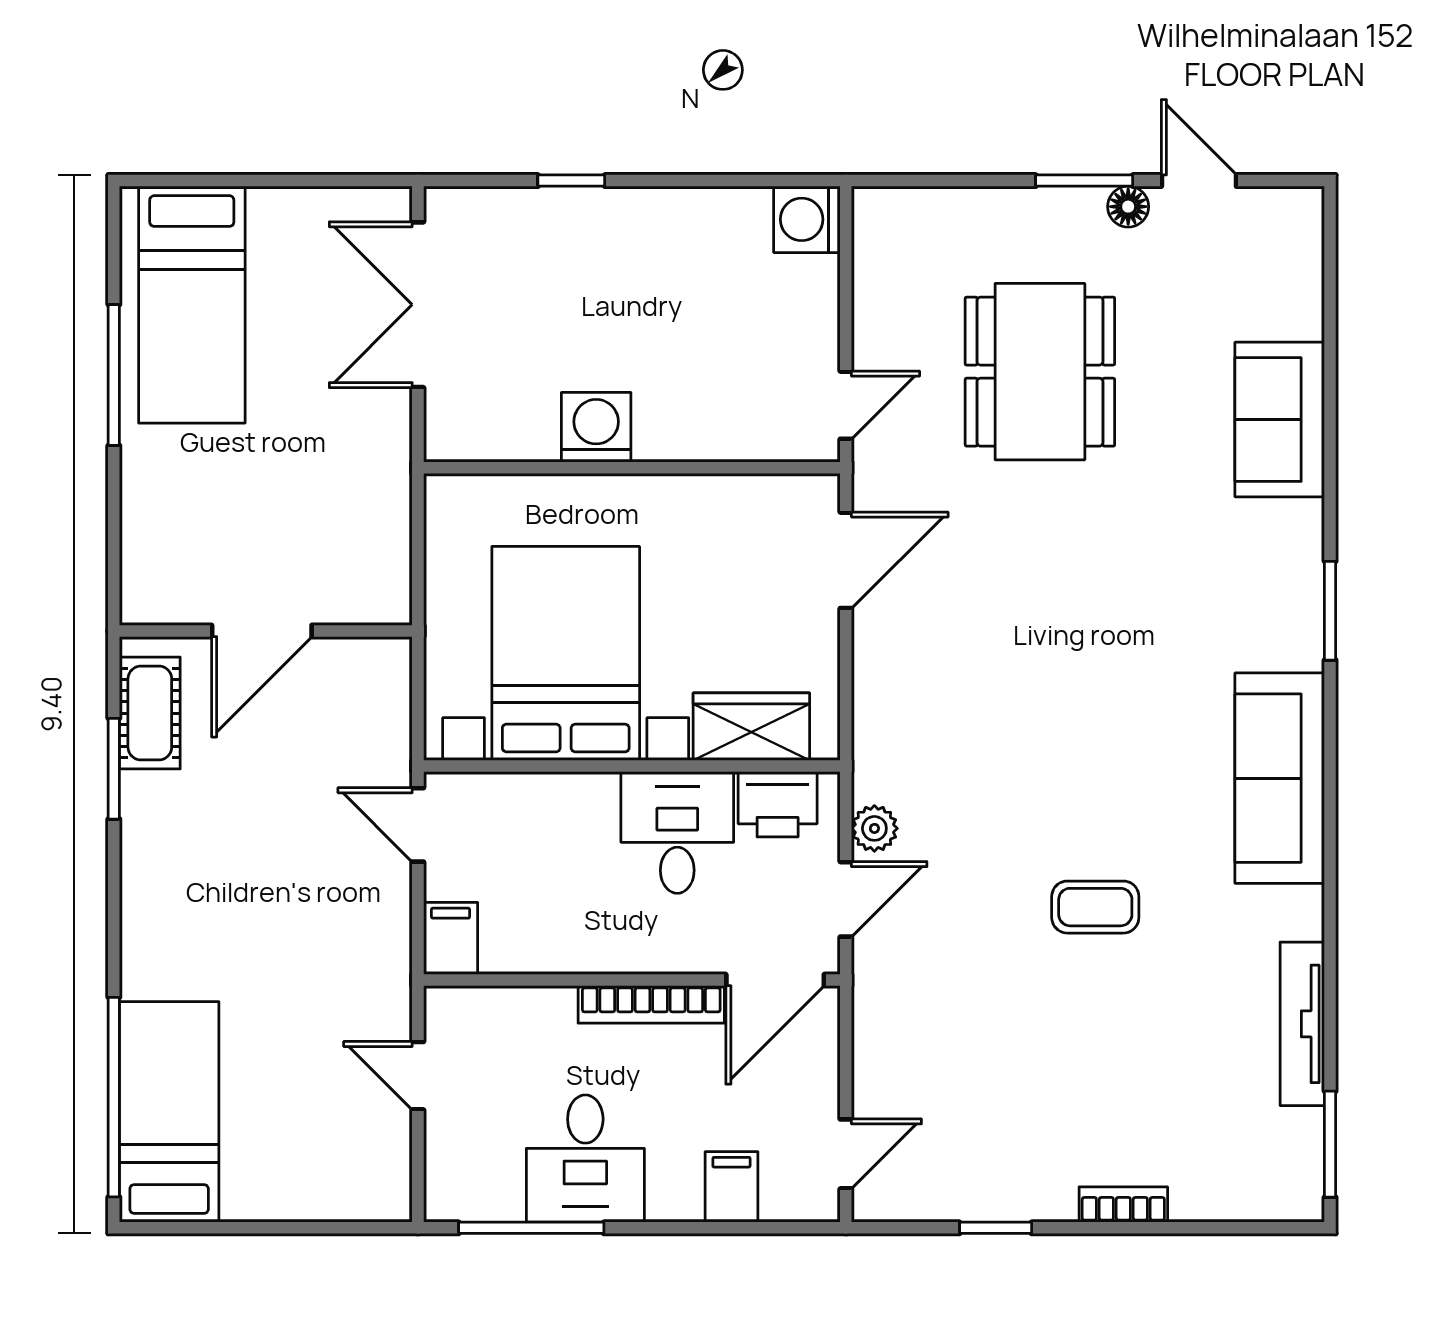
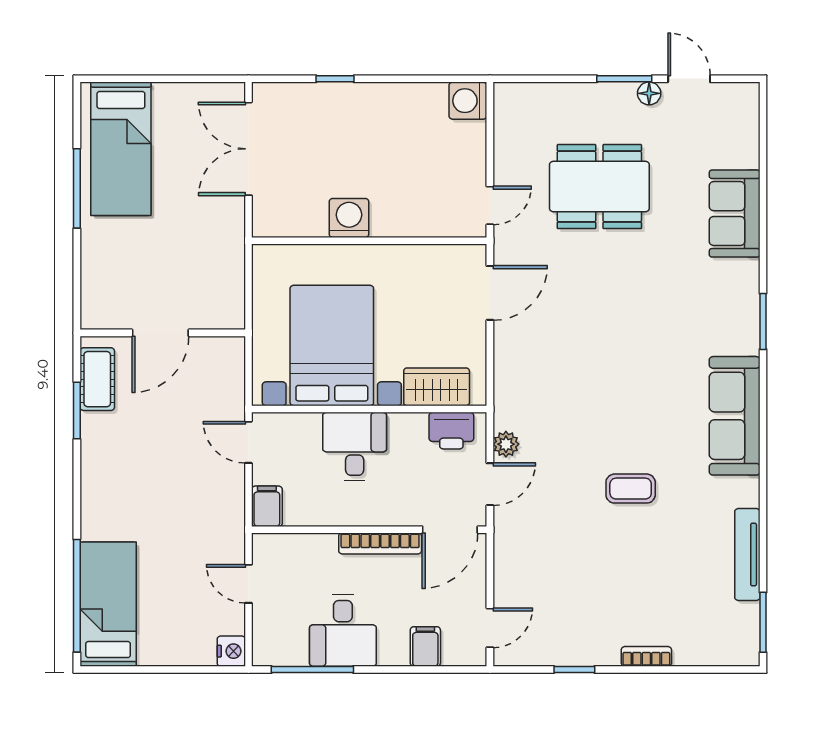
dining table: (1040, 372) -> (599, 187), turned 90
desk: (677, 833) -> (355, 447), moved
nightstand: (387, 1195) -> (231, 651), added

